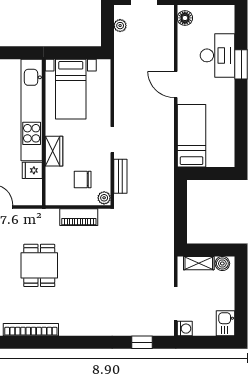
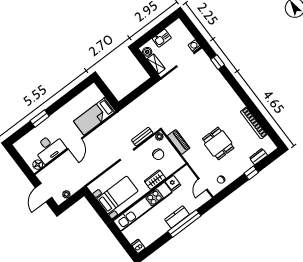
desk: (218, 55) -> (50, 148), moved, turned 180
dining table: (39, 265) -> (218, 143), turned 90
kitchen sink: (226, 323) -> (162, 38), moved

